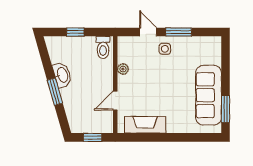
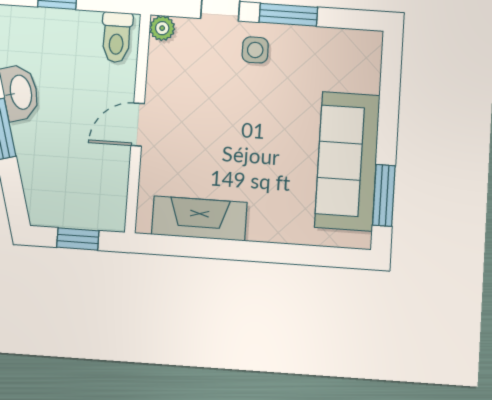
plant: (123, 69) -> (162, 28), moved
door: (115, 101) -> (138, 125), moved

